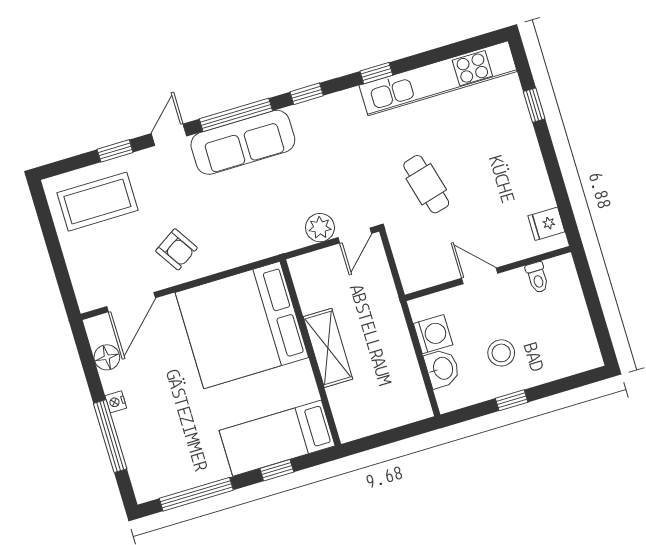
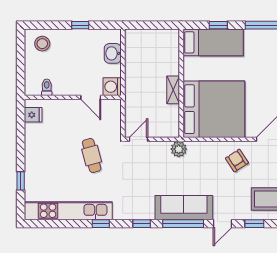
plant: (320, 228) -> (179, 149), moved
door: (480, 276) -> (91, 97), moved
washing machine: (433, 334) -> (112, 87), moved
shelving: (328, 348) -> (173, 90), width x0.67, depth x0.75
stool: (501, 353) -> (42, 44), moved

